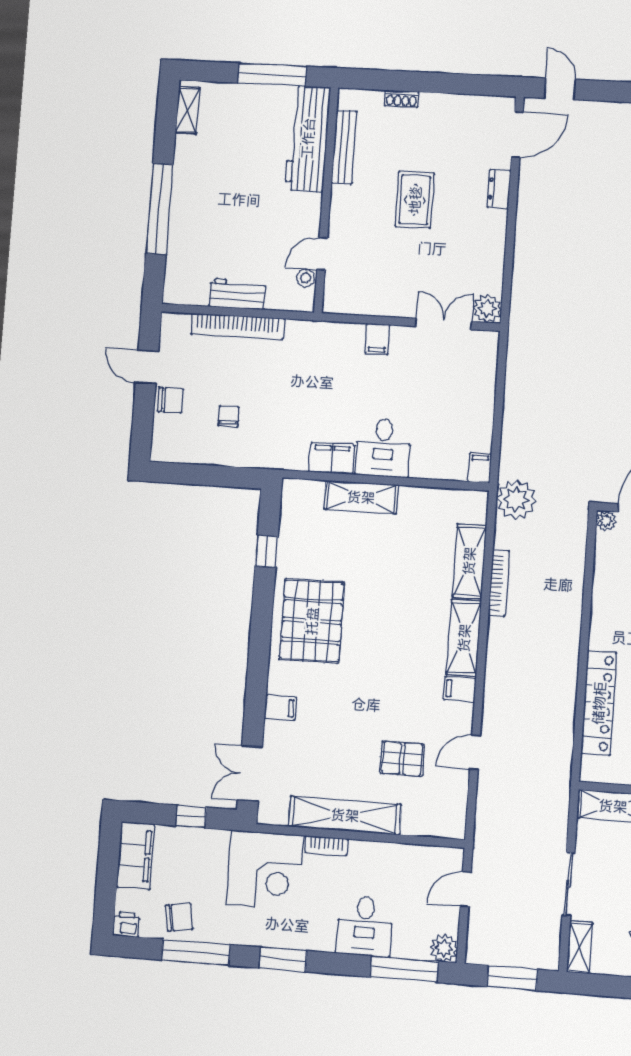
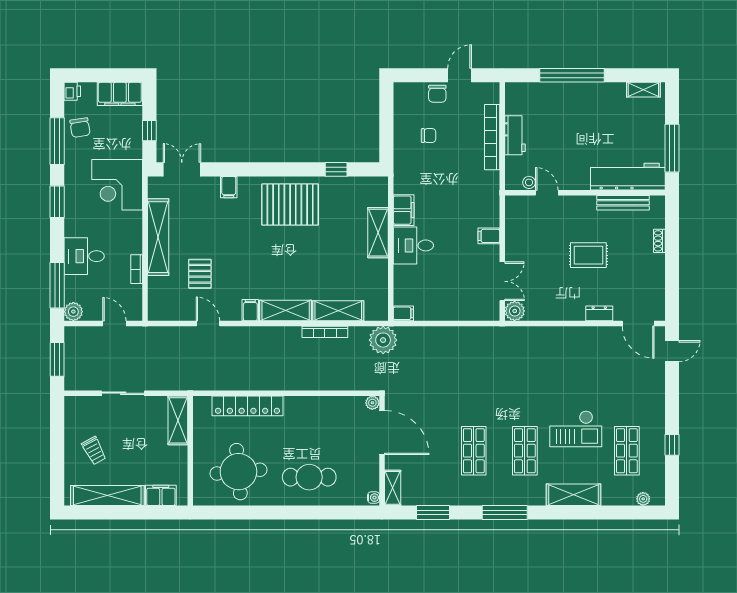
bookcase: (326, 846) -> (137, 269), moved
shelving: (580, 947) -> (81, 404), removed

